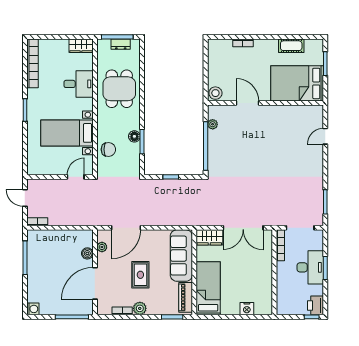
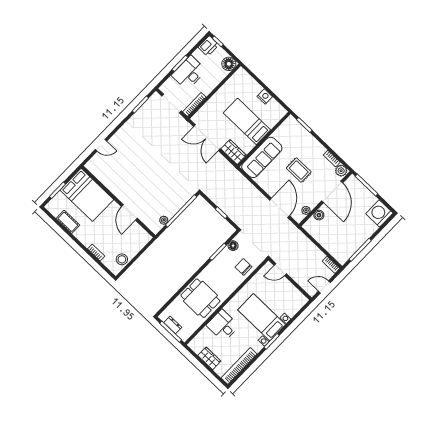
wardrobe: (81, 46) -> (209, 358), moved
dining table: (119, 89) -> (200, 298), turned 90
stool: (215, 93) -> (122, 259), moved
bed with nightstands: (67, 133) -> (262, 317), moved, turned 180
floor lamp: (134, 136) -> (233, 246), moved
door: (25, 198) -> (324, 287), swing flipped
door: (126, 228) -> (280, 208), hinge flipped
double door: (243, 228) -> (207, 138), swing flipped
rug: (140, 275) -> (299, 170), turned 90
door: (95, 283) -> (332, 192), hinge flipped
bed: (208, 288) -> (247, 121), moved, turned 90
piano: (186, 297) -> (284, 129), removed
floor lamp: (284, 307) -> (229, 64), added
plant: (140, 308) -> (341, 171), moved
washing machine: (33, 309) -> (379, 213), width x1.89, depth x1.89
nightstand: (247, 309) -> (265, 97), moved

